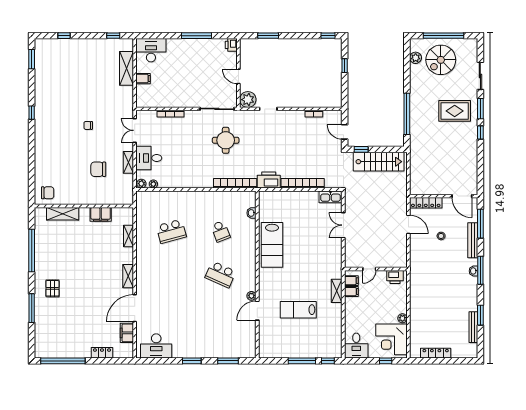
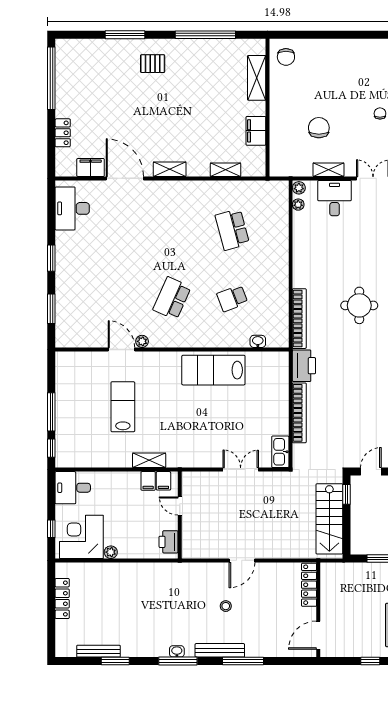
wall: (444, 196) -> (318, 610), moved
door: (462, 196) -> (318, 635), moved
locker: (426, 203) -> (309, 585), moved

